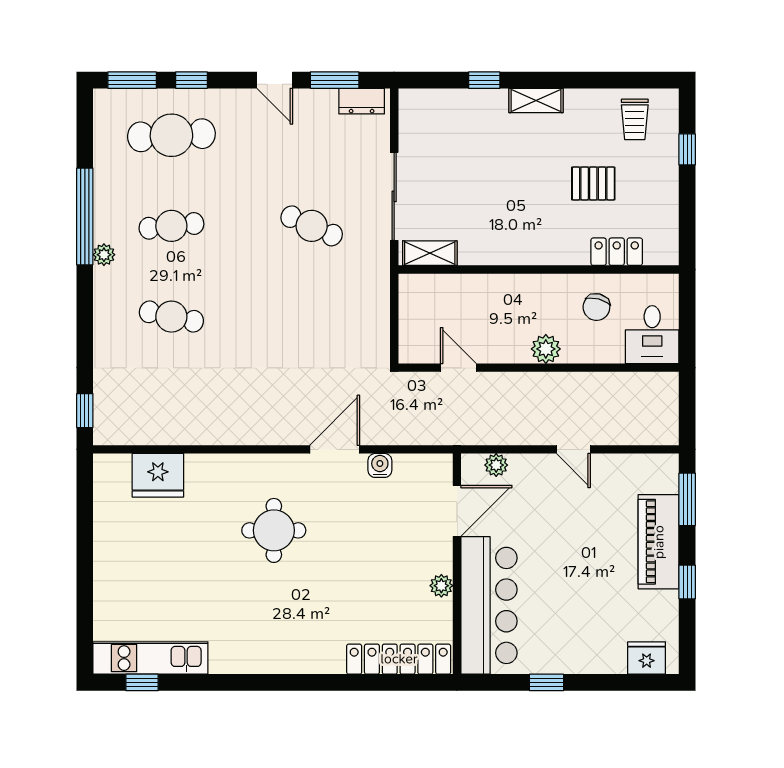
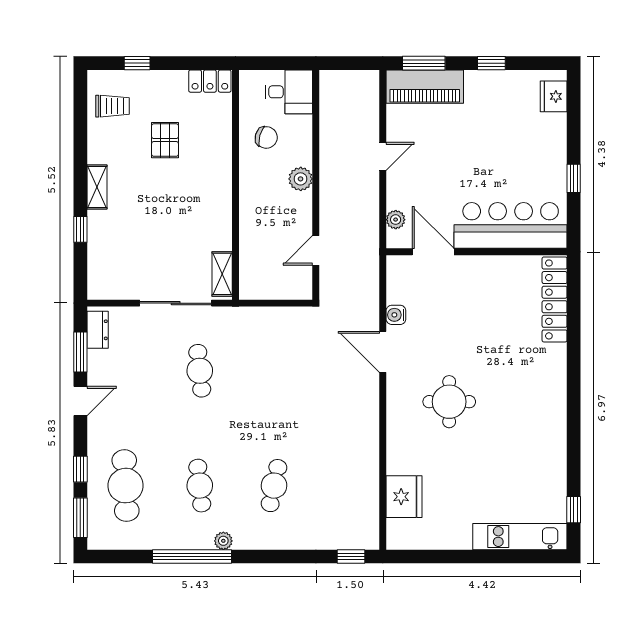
cafe table: (312, 226) -> (200, 371), turned -30
locker: (617, 252) -> (210, 81), moved, turned -90
piano: (659, 542) -> (425, 87), moved
plant: (441, 586) -> (494, 265), removed
kitchen unit: (150, 658) -> (520, 537), moved, turned 90

